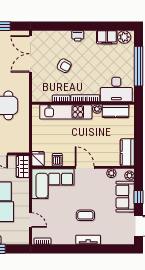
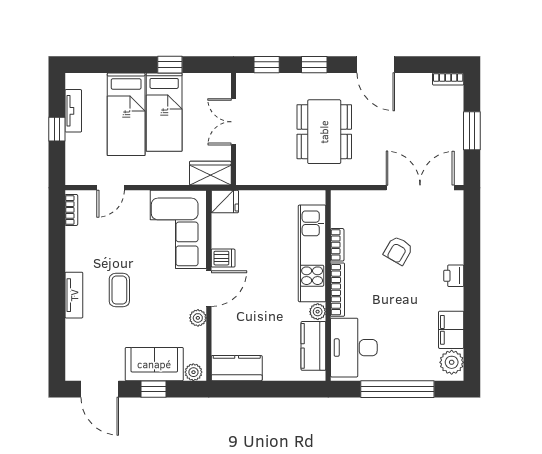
dishwasher: (57, 160) -> (223, 258), moved
plant: (111, 173) -> (198, 318), moved

